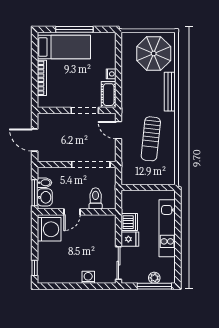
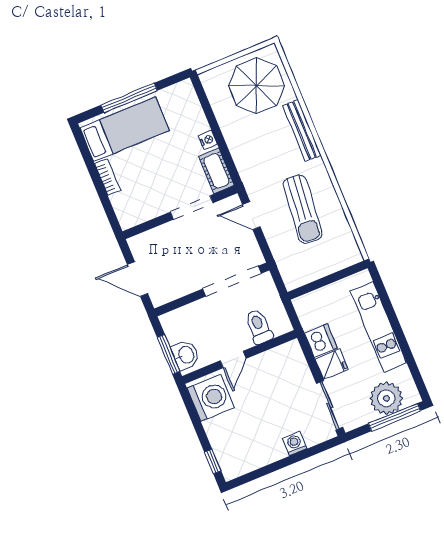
bookcase: (42, 78) -> (108, 177), width x0.64
bidet: (44, 183) -> (177, 334), removed
plant: (154, 278) -> (386, 398), width x1.88, depth x1.88

